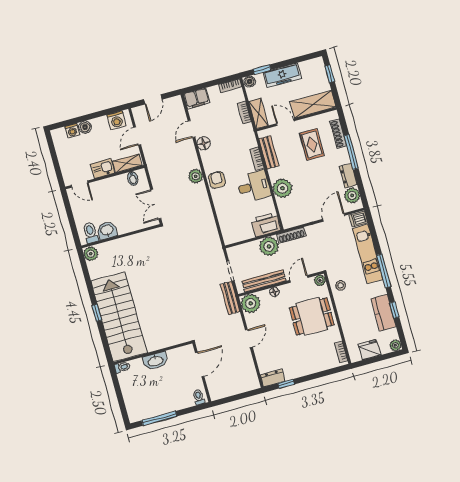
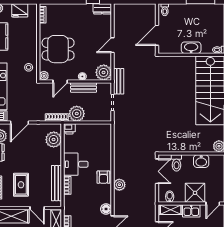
bench: (269, 152) -> (57, 183), width x1.36
door: (80, 184) -> (213, 204), swing flipped
plant: (282, 188) -> (54, 140), moved
shower: (104, 191) -> (195, 193), added
printer: (266, 225) -> (69, 129), width x0.53, depth x0.68
toilet: (90, 233) -> (176, 163), moved
bench: (264, 281) -> (84, 87), width x0.73

